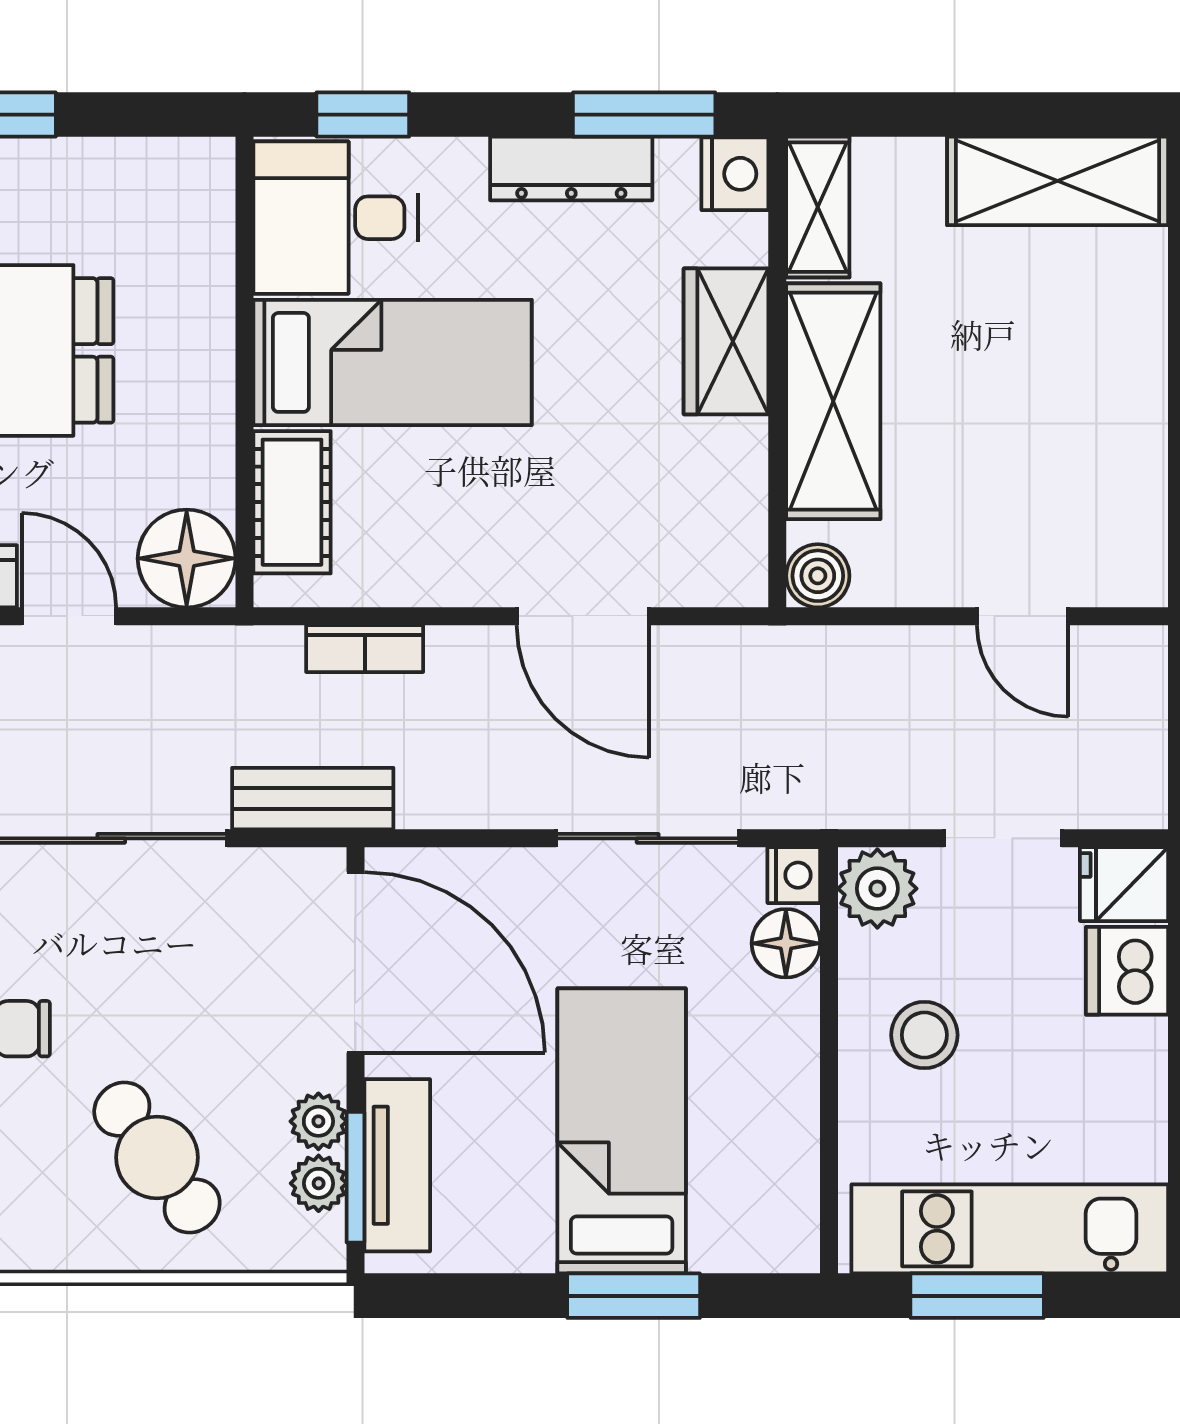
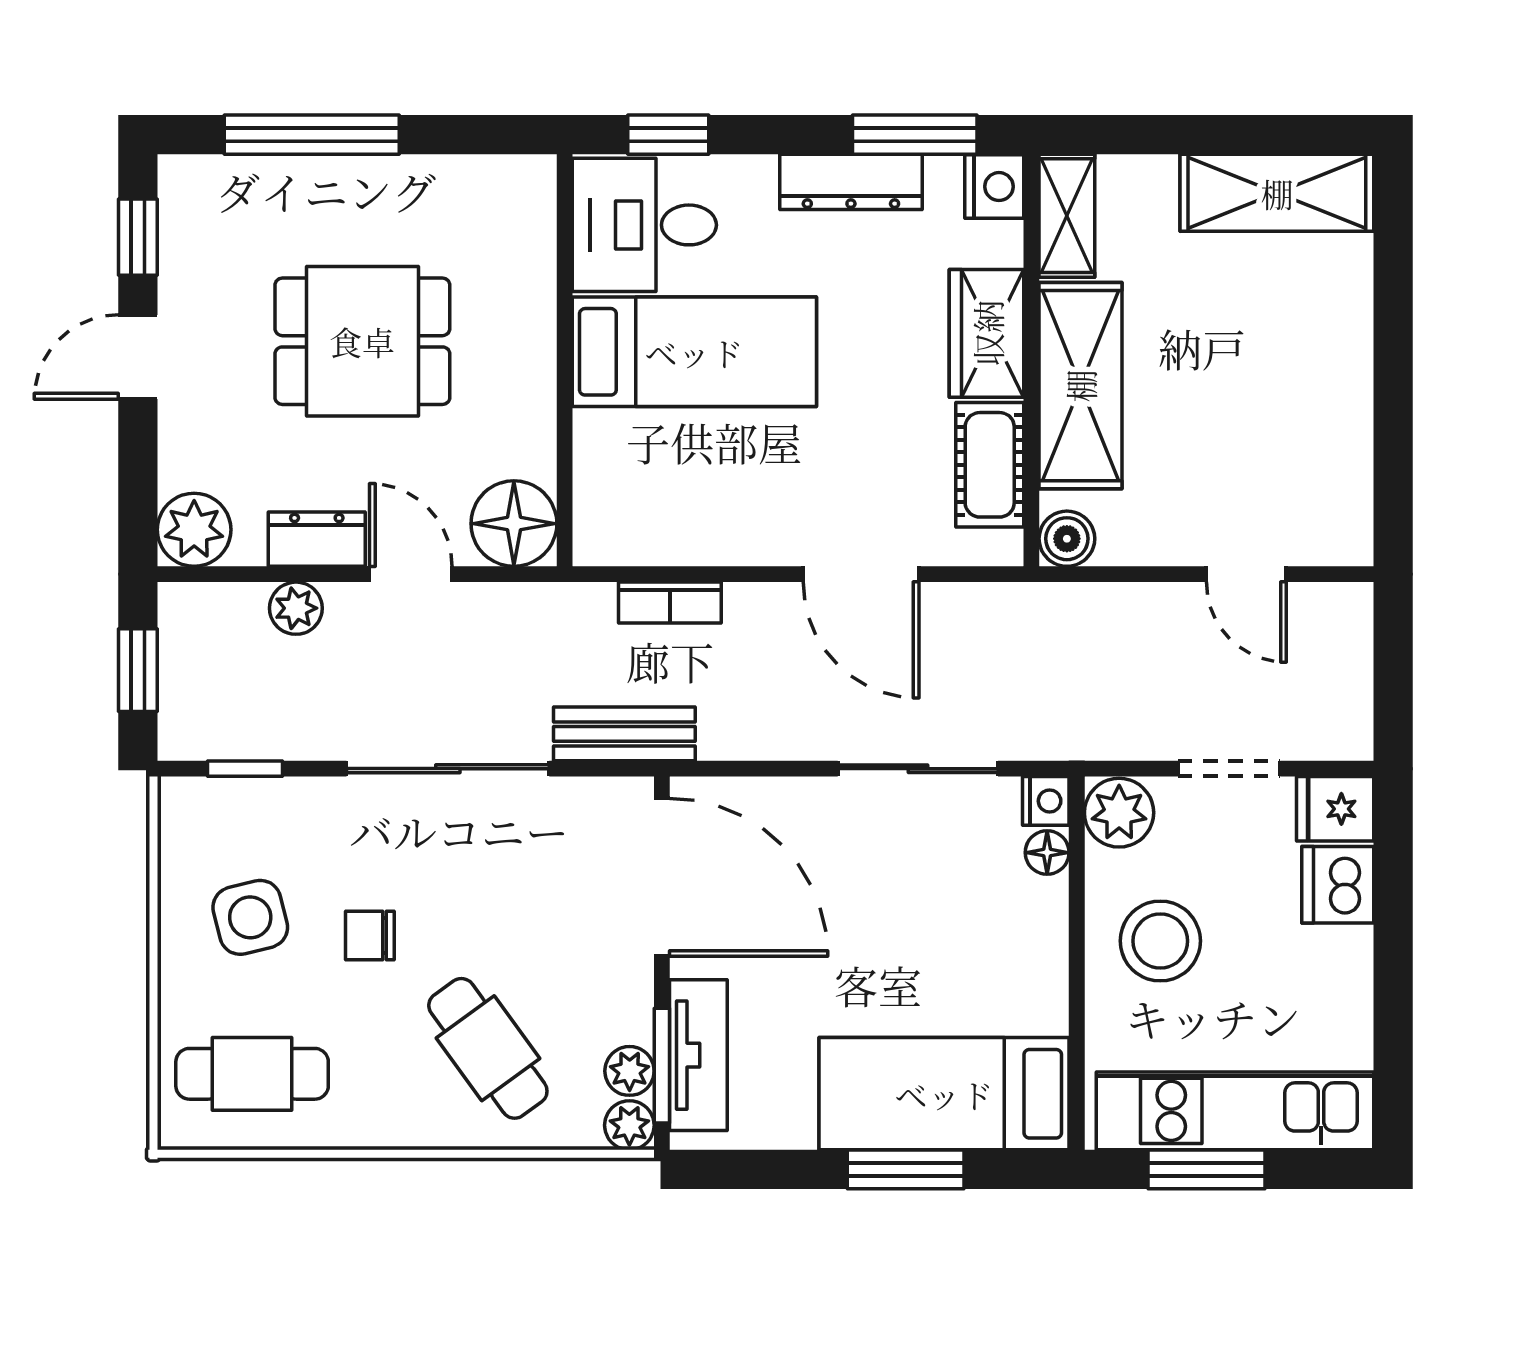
cot: (292, 502) -> (990, 465), moved
floor lamp: (786, 943) -> (1047, 853), width x0.73, depth x0.73
stool: (924, 1035) -> (1160, 941), width x1.38, depth x1.38
plant: (318, 1121) -> (629, 1125), moved
bed: (622, 1131) -> (944, 1094), moved, turned -90

